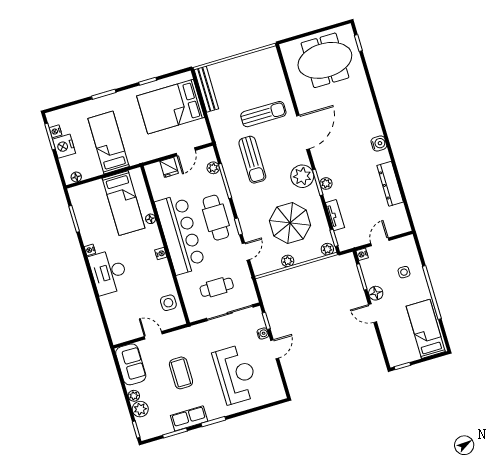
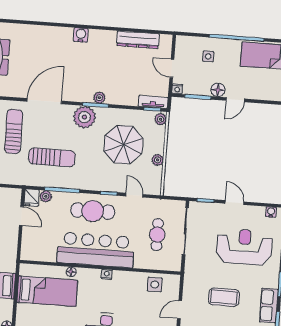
door: (303, 132) -> (44, 101), hinge flipped
fridge: (169, 167) -> (32, 198), moved, turned 90
dresser: (390, 184) -> (138, 40), moved
tv unit: (335, 215) -> (153, 102), moved
water cooler: (263, 333) -> (271, 212), moved

